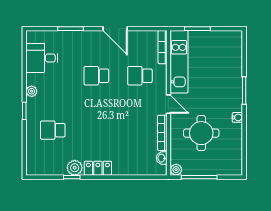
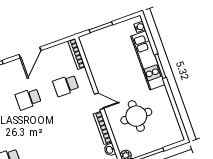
door: (115, 29) -> (30, 53), hinge flipped
kitchen unit: (179, 62) -> (148, 60), moved, turned 180
water cooler: (237, 117) -> (140, 27), moved

